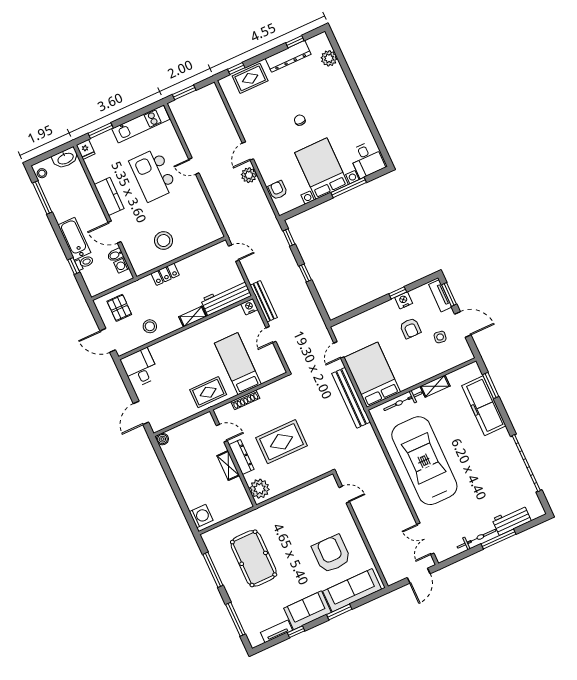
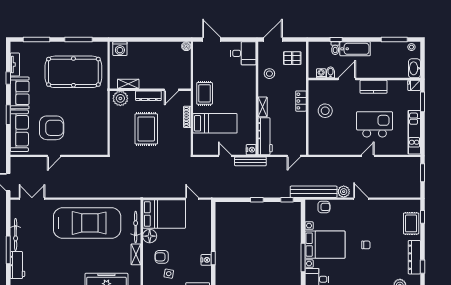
armchair: (410, 328) -> (162, 257), moved
floor lamp: (406, 380) -> (150, 236), added
bench: (351, 398) -> (314, 192), moved
shelving: (228, 466) -> (128, 84), moved
door: (344, 495) -> (54, 156), moved
pool table: (254, 558) -> (73, 72), width x1.36, depth x1.32

